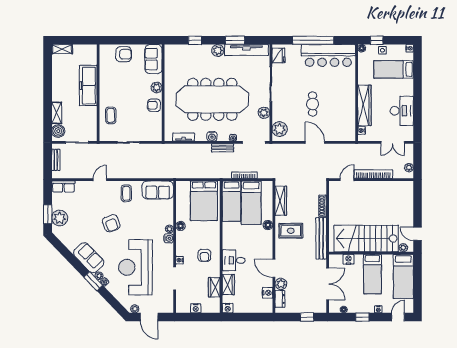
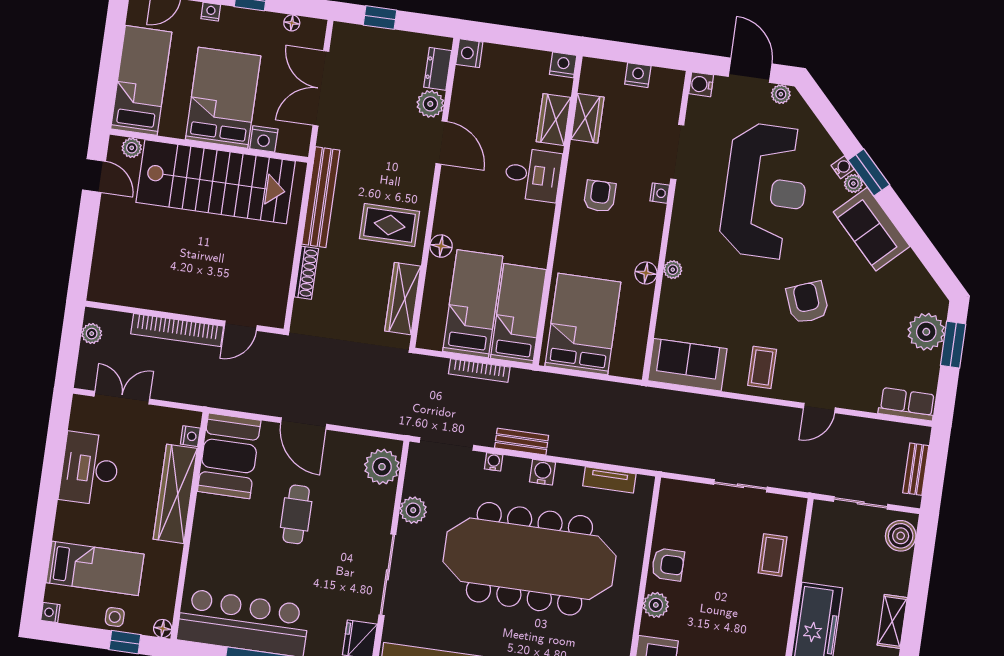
shelving: (57, 113) -> (892, 621), moved
booth: (344, 124) -> (229, 456), added
water cooler: (169, 238) -> (701, 84), moved
bed: (372, 274) -> (223, 98), width x1.50
nightstand: (268, 293) -> (469, 53), moved

